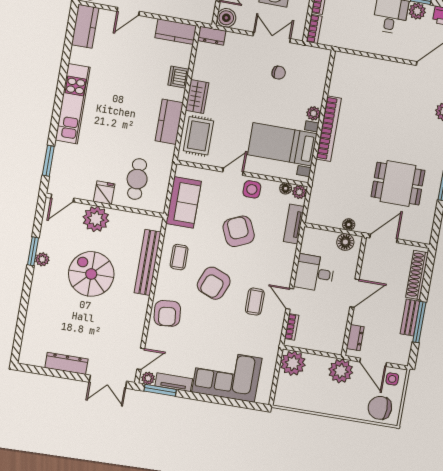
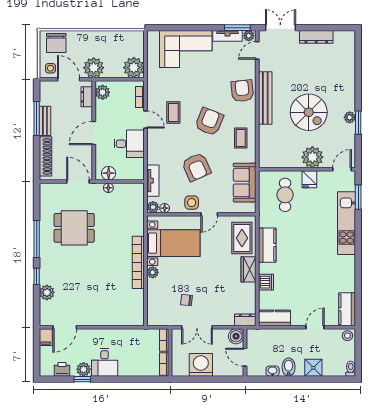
kitchen unit: (73, 104) -> (346, 223), moved
door: (384, 238) -> (78, 182), swing flipped
bench: (148, 262) -> (265, 98), moved
plant: (335, 340) -> (103, 92), added
chair: (380, 408) -> (56, 43), turned 90

